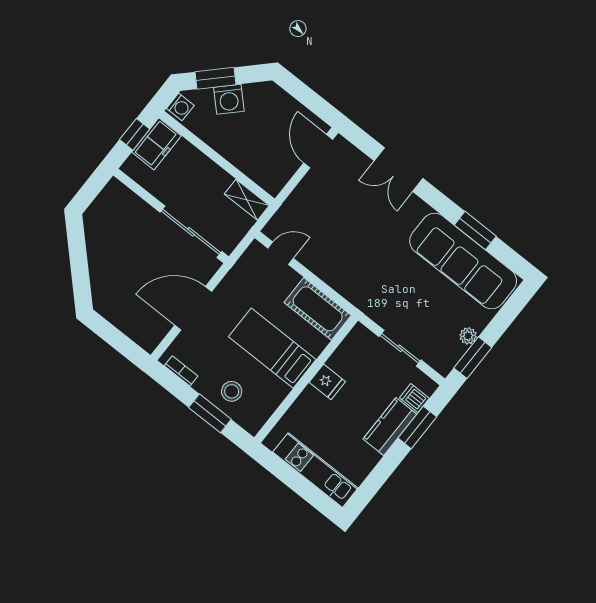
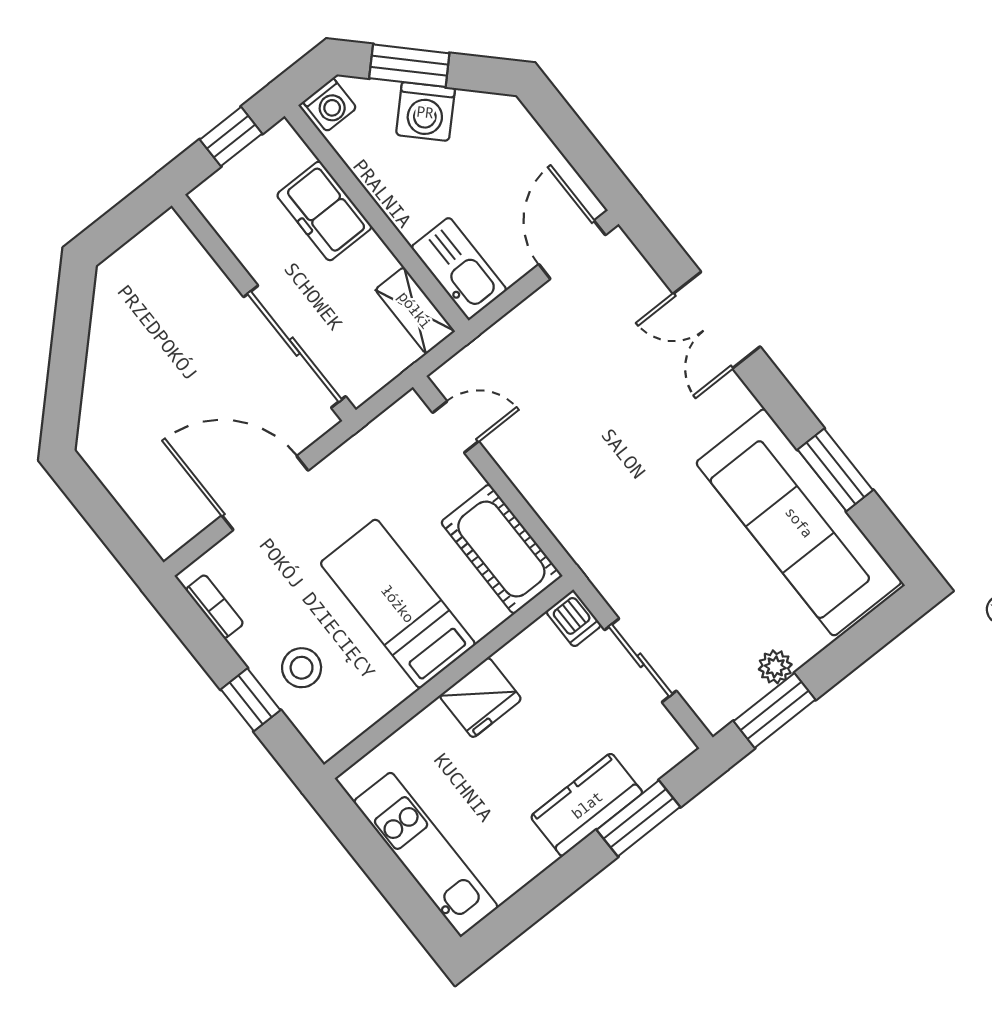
freezer: (156, 144) -> (324, 211), moved, turned 90
kitchen sink: (264, 174) -> (459, 269), added
fridge: (327, 382) -> (480, 698), width x1.38
dishwasher: (414, 398) -> (574, 618), moved, turned 180
window: (210, 413) -> (251, 700), width x0.67

